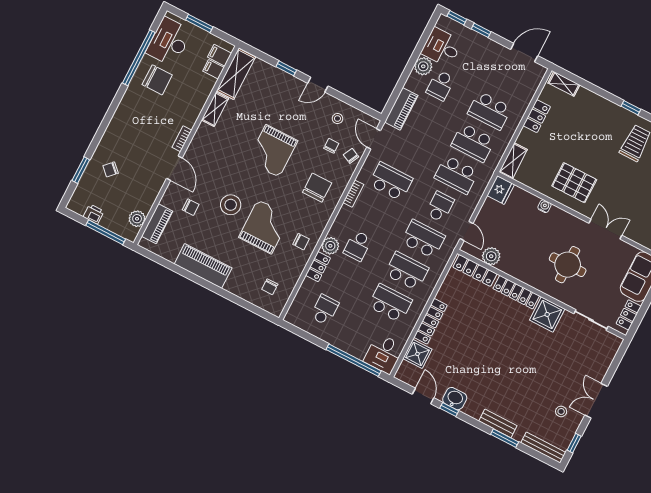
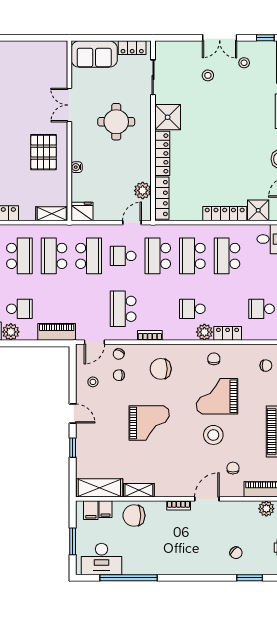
chair: (157, 80) -> (134, 516), moved, turned -90
school desk: (473, 143) -> (54, 256), turned 180
school desk: (358, 246) -> (192, 309), turned 180
stool: (567, 372) -> (208, 75), added

